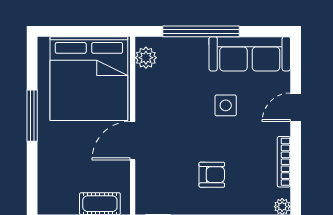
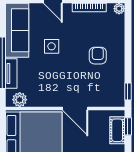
tv unit: (185, 45) -> (11, 73), added

